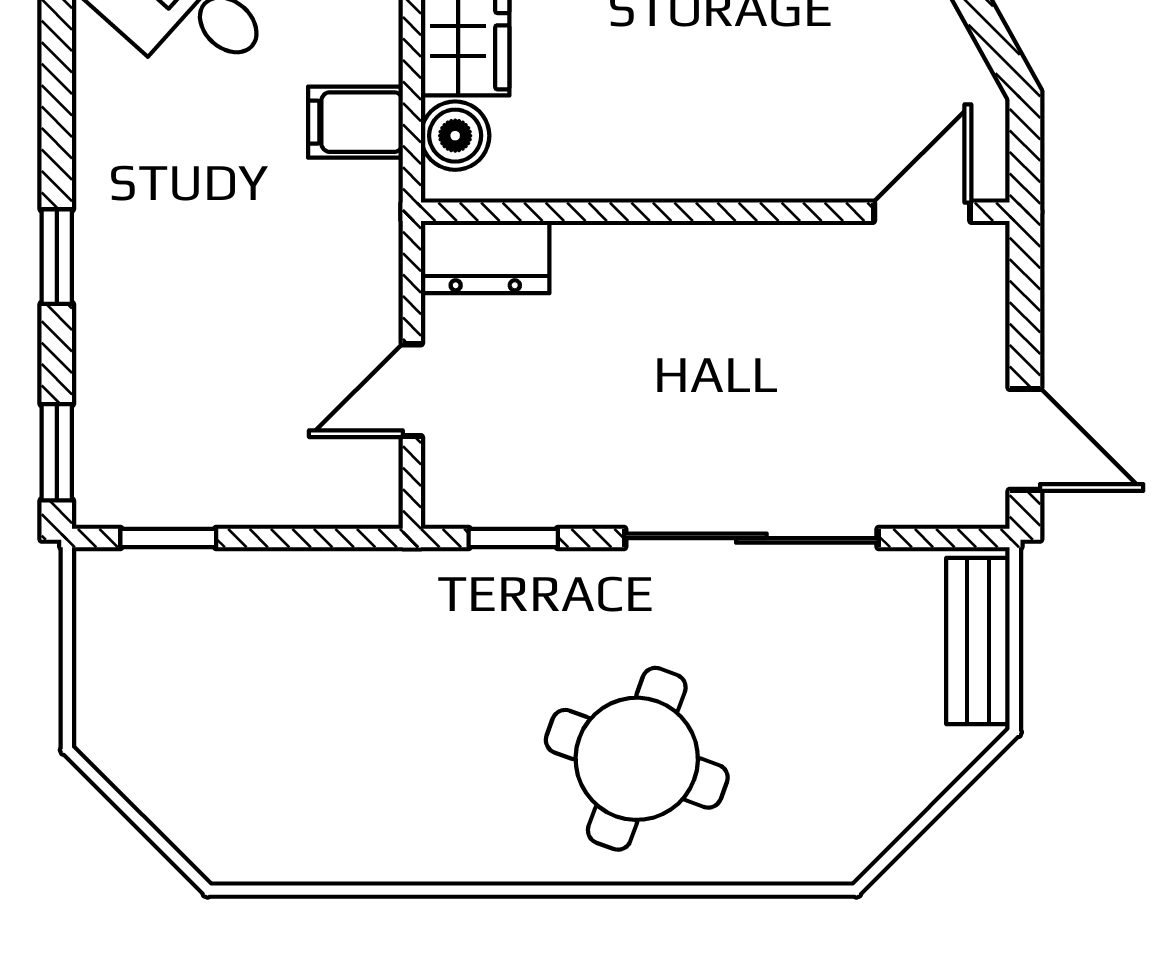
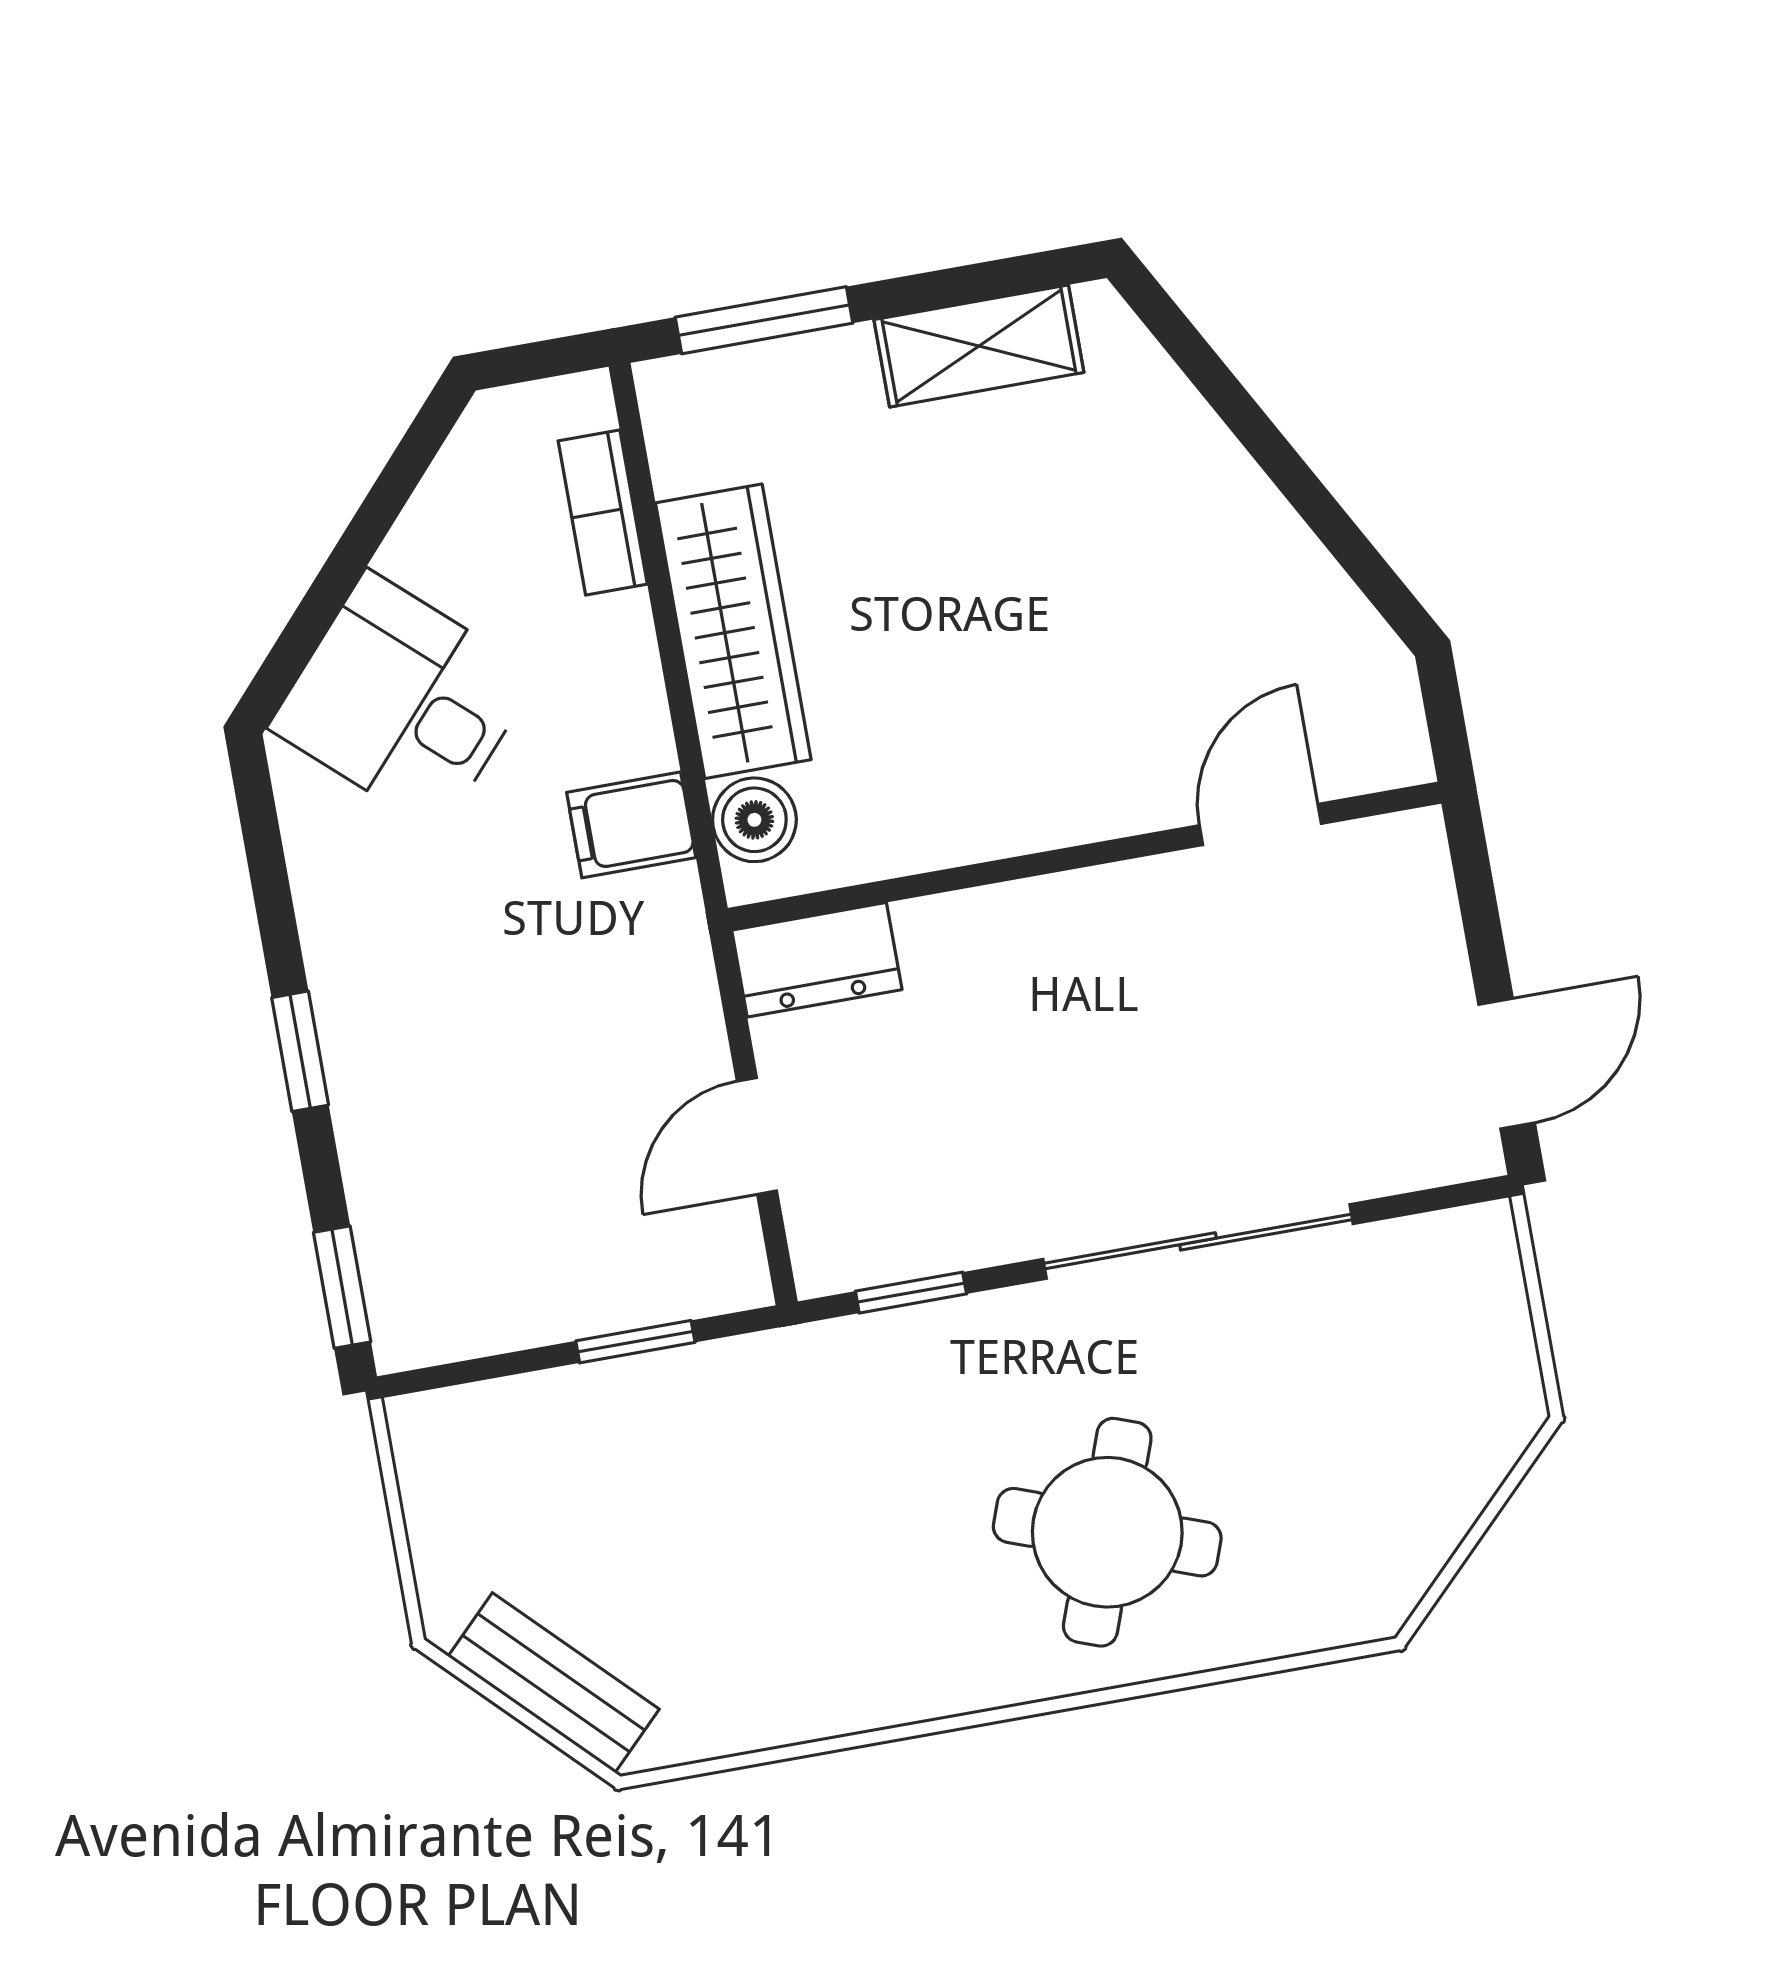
door: (922, 212) -> (1260, 825), moved
door: (1025, 439) -> (1507, 1064), hinge flipped
window: (168, 538) -> (635, 1342), moved
bench: (978, 641) -> (554, 1683), moved, turned -45

